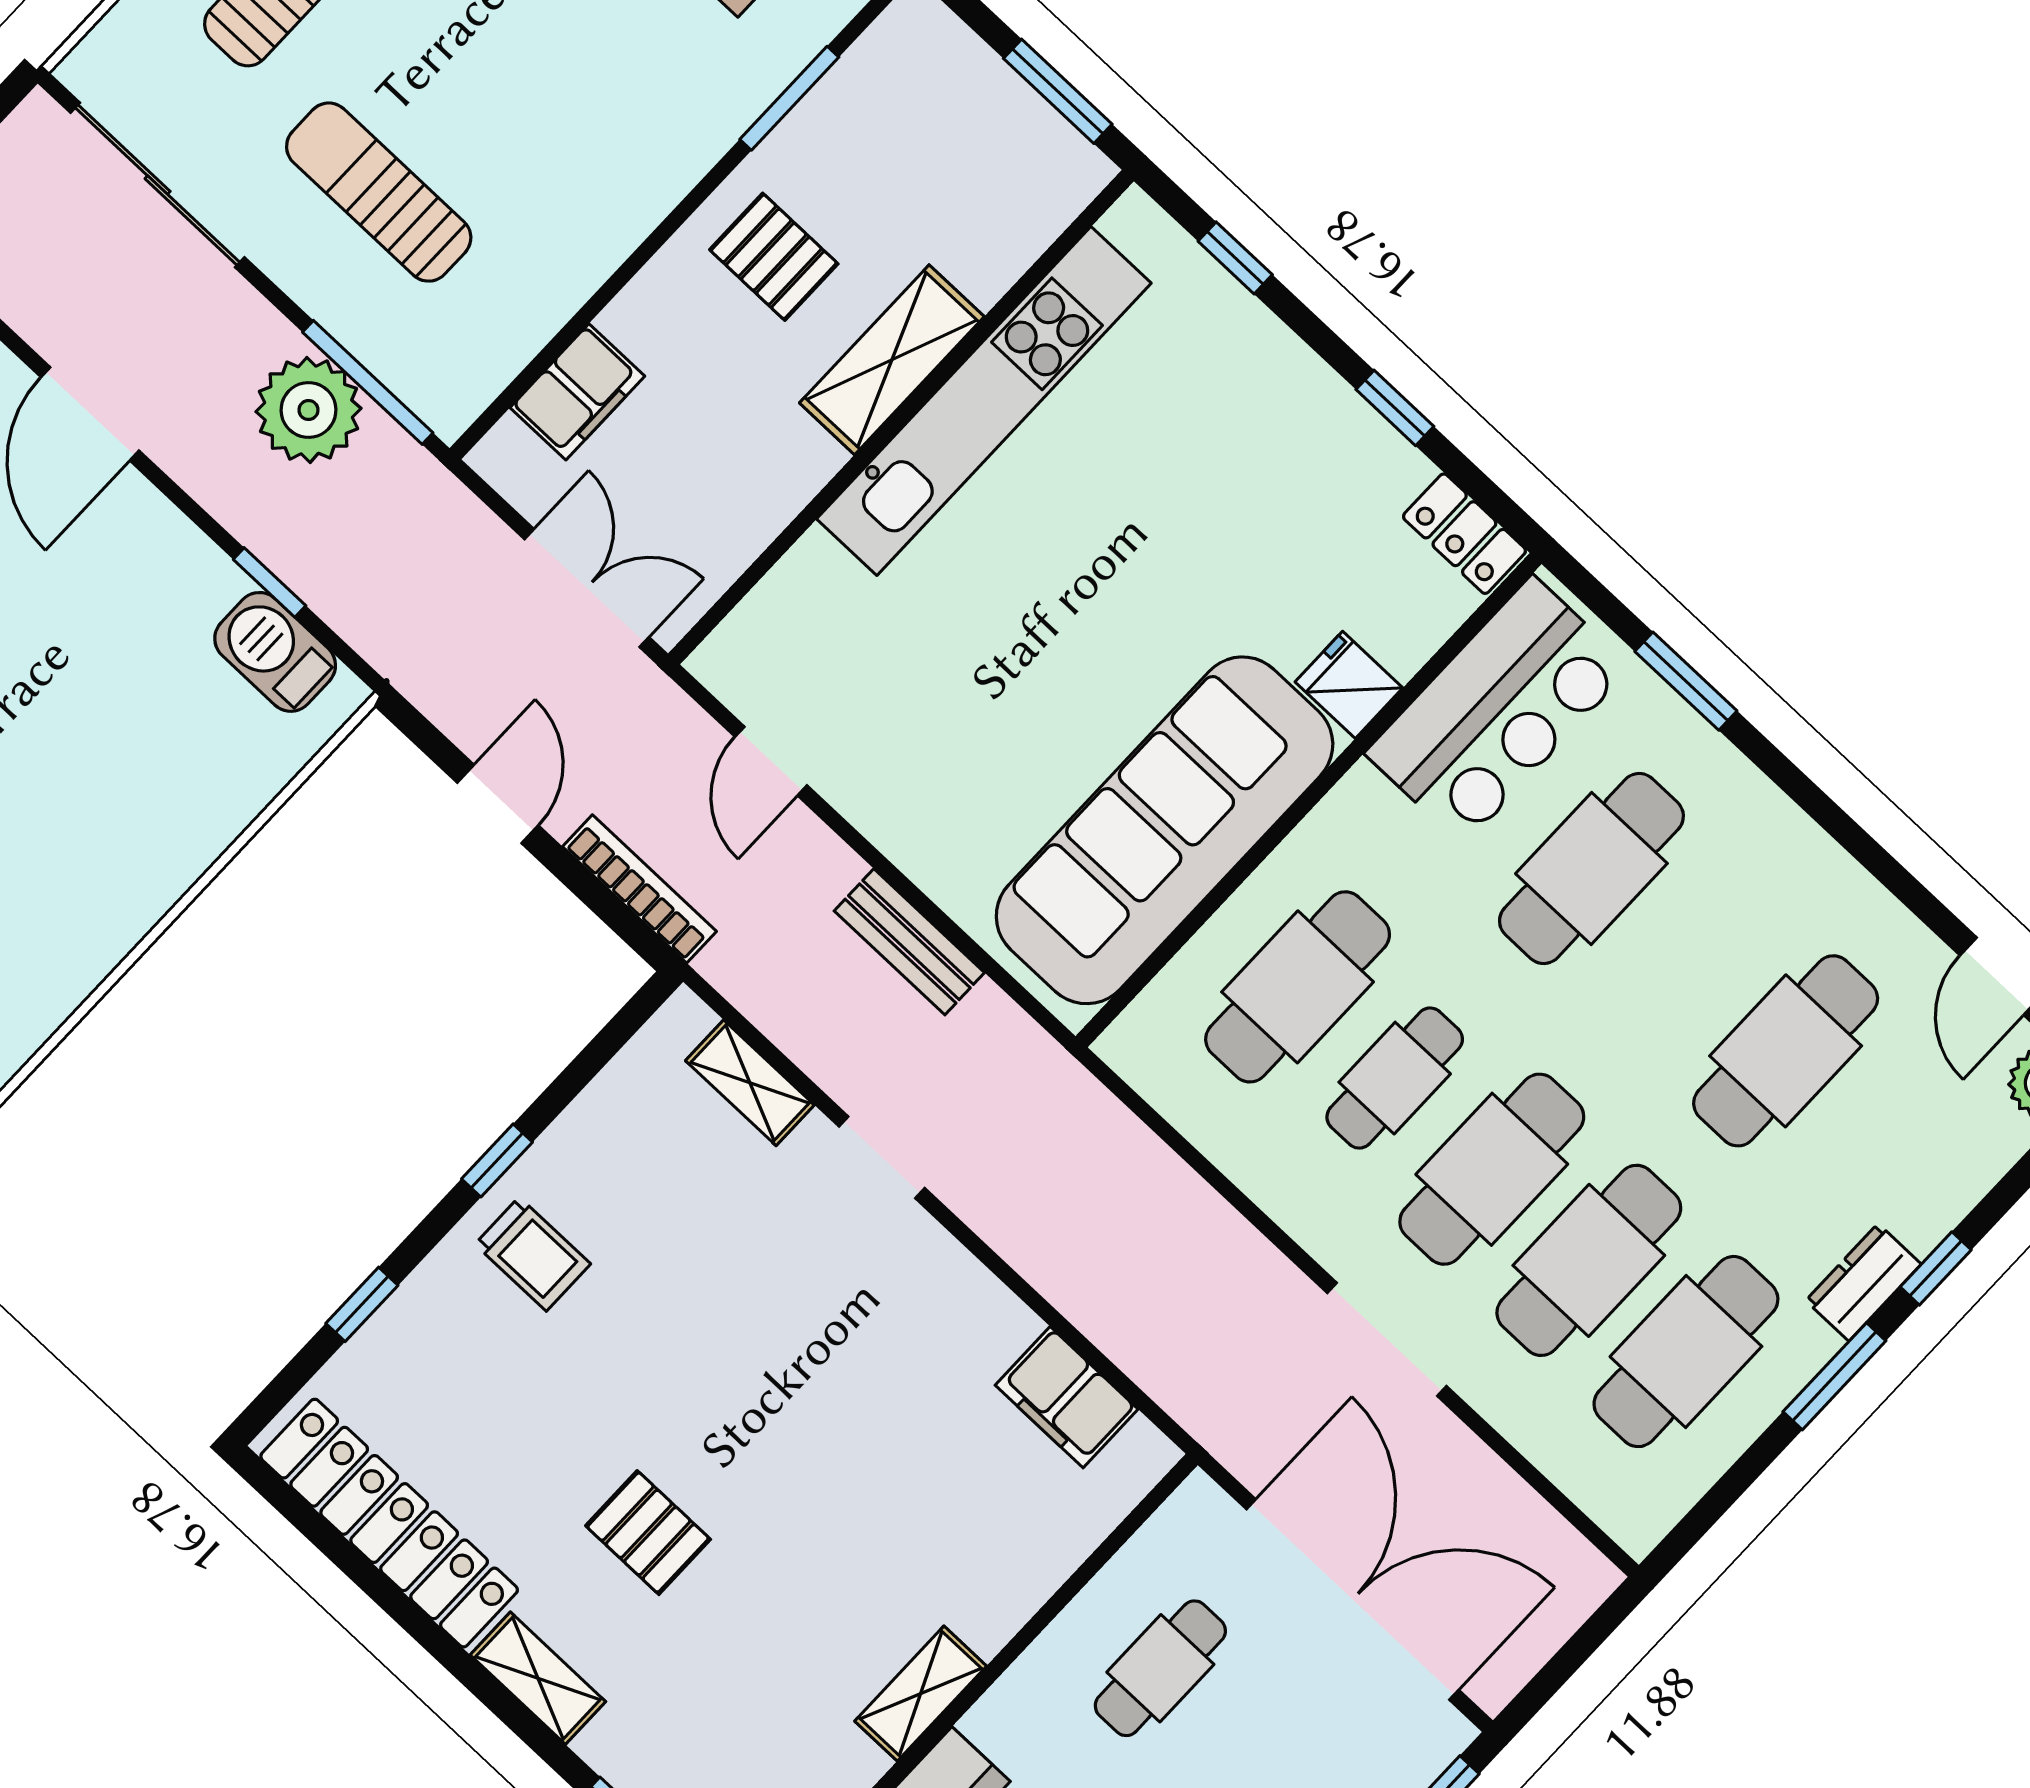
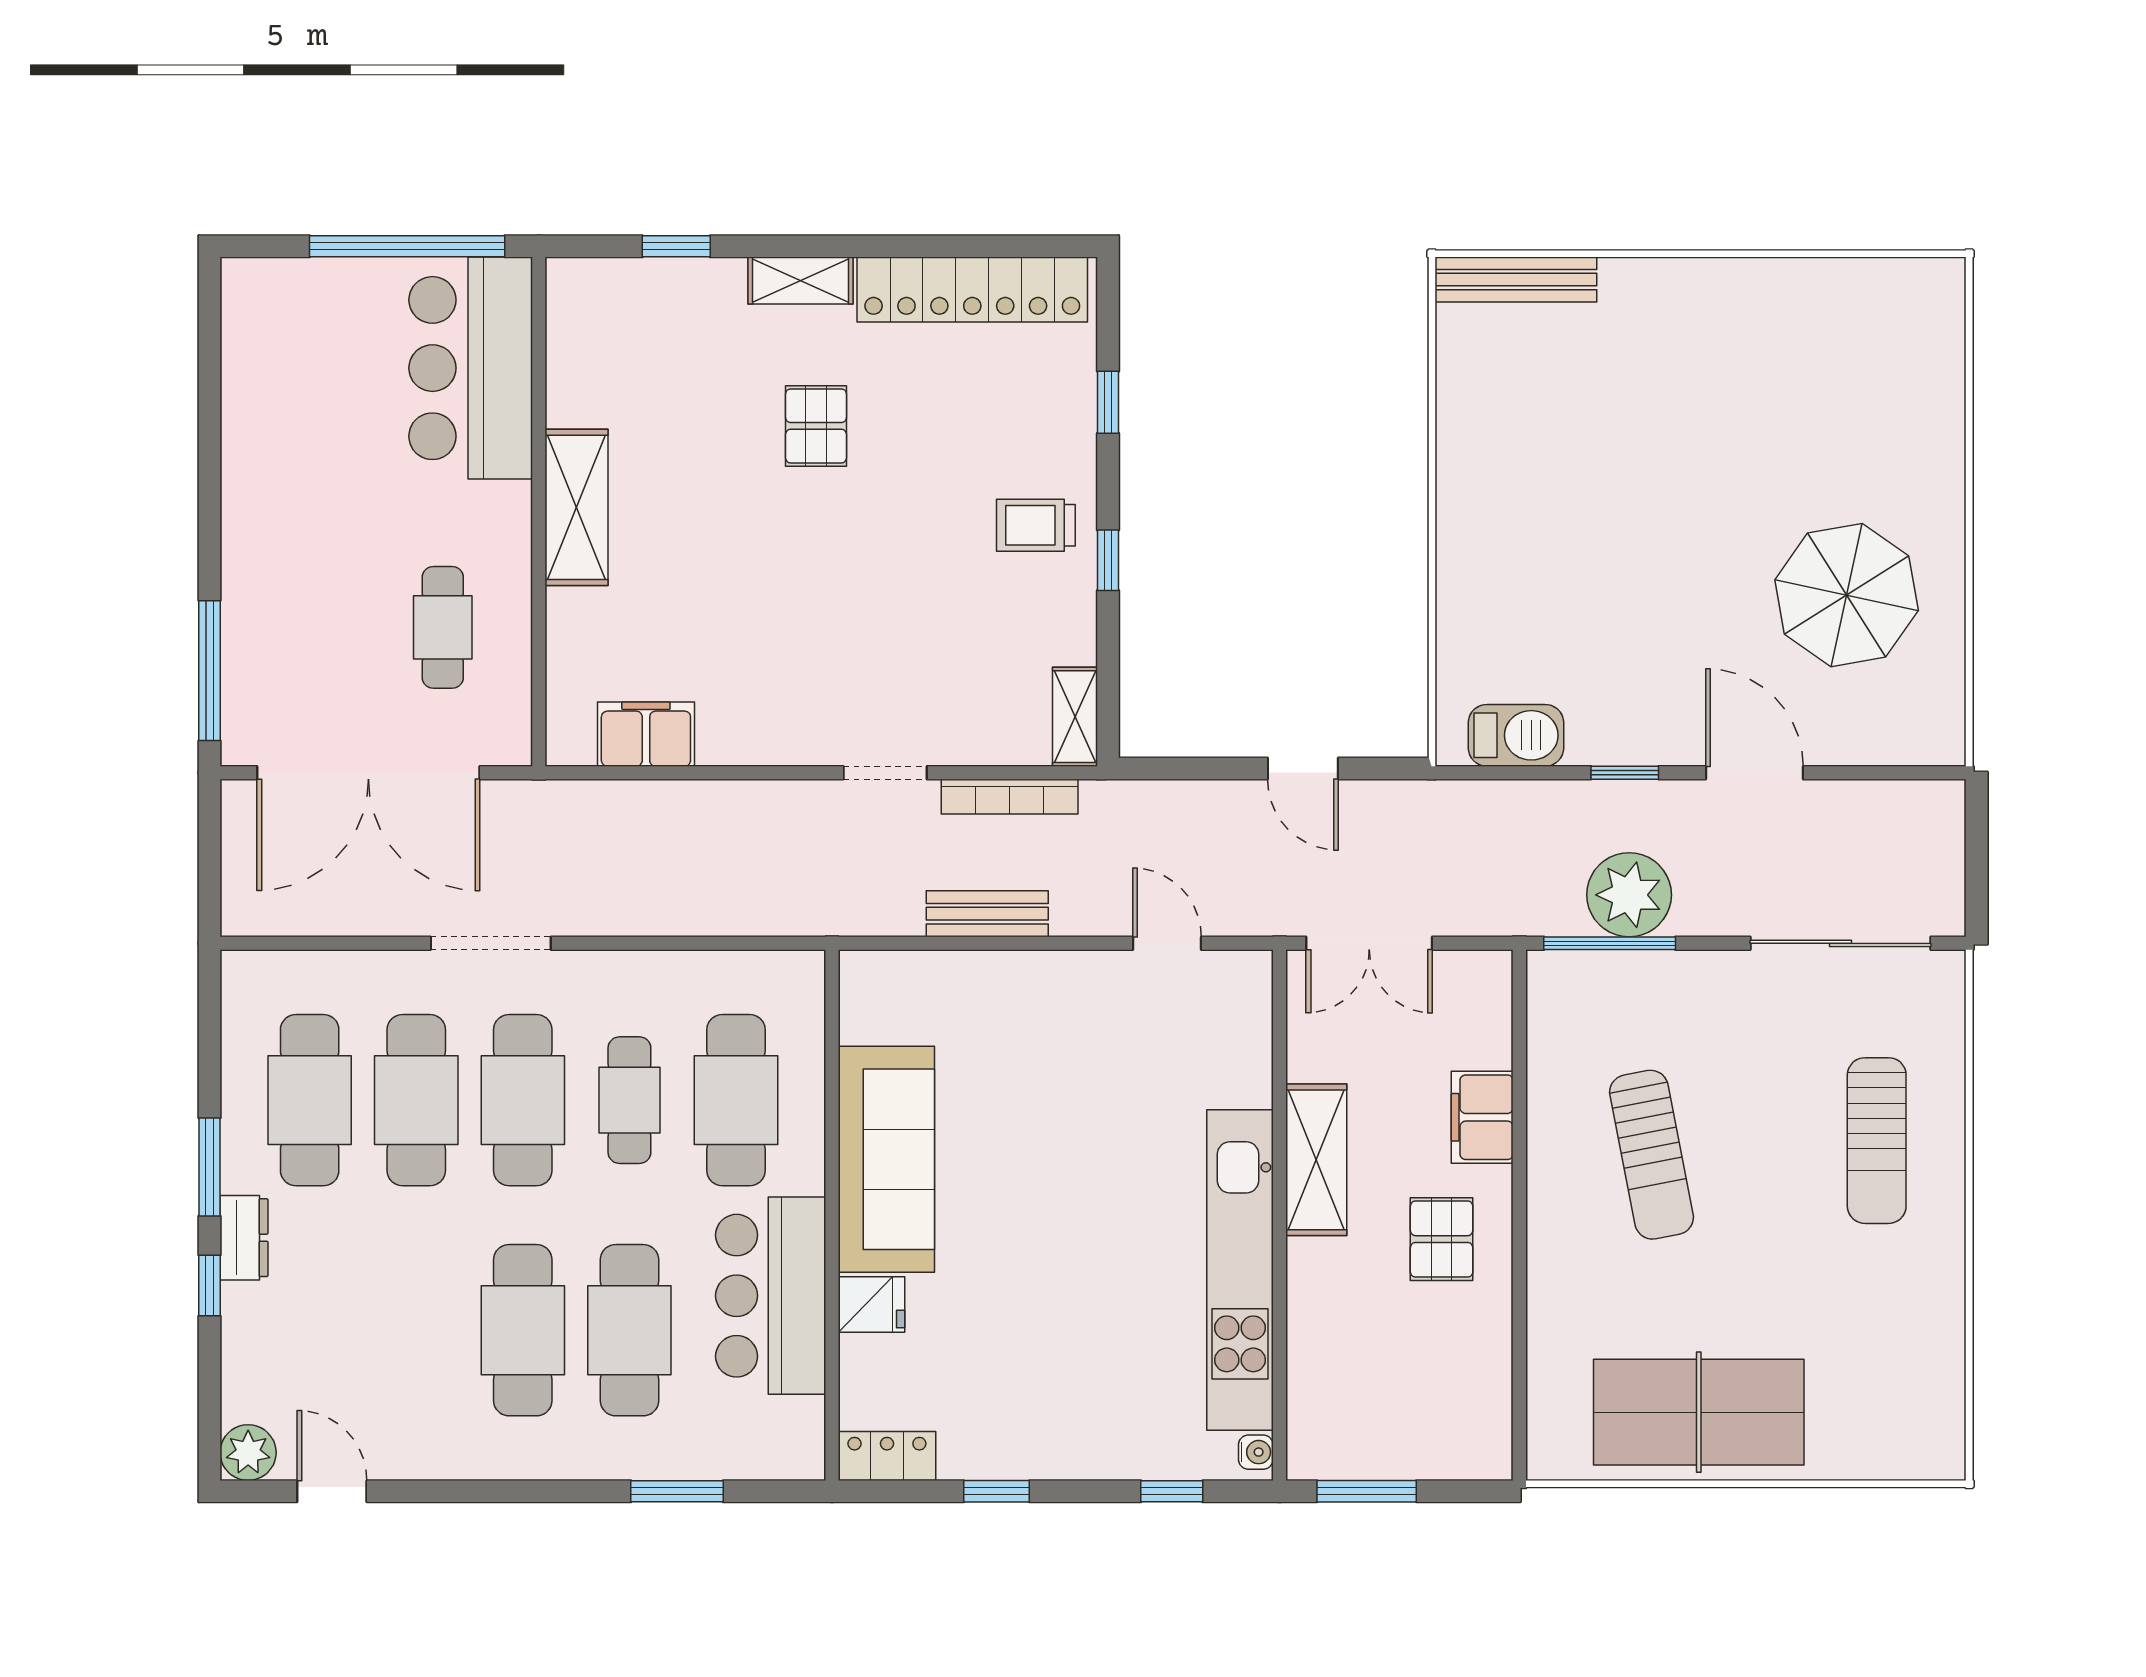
window: (789, 98) -> (1519, 1340), removed
sun lounger: (379, 192) -> (1652, 1155), moved, turned 79
water cooler: (1125, 222) -> (1256, 1452), added
pallet: (774, 257) -> (1442, 1239), turned 90
shelving: (892, 360) -> (1316, 1160), moved
filing cabinet: (577, 392) -> (1482, 1117), moved
window: (270, 582) -> (1625, 773), moved
bar counter: (1498, 710) -> (771, 1296), moved
sofa: (1165, 830) -> (886, 1159), width x0.74, depth x0.79
bookcase: (639, 889) -> (1010, 797), moved
cafe table: (1786, 1051) -> (523, 1330), moved
shelving: (750, 1083) -> (1075, 717), moved, turned 90
pallet: (648, 1533) -> (816, 426), turned 90
shelving: (921, 1694) -> (577, 507), width x1.50, depth x1.33

